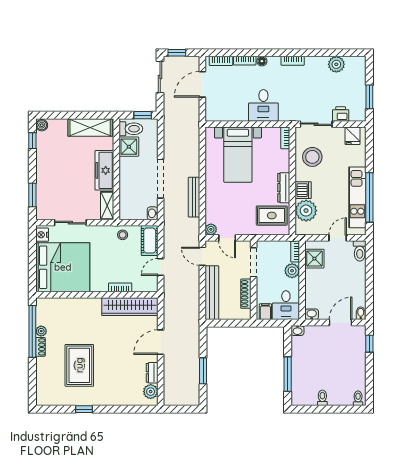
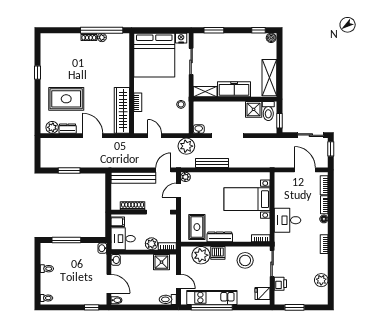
plant: (173, 228) -> (186, 146), added
cot: (150, 241) -> (176, 127), removed
rug: (79, 365) -> (66, 99), moved

